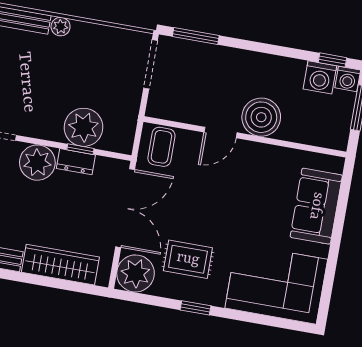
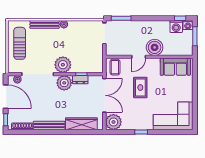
plant: (84, 127) -> (63, 65), moved
sofa: (316, 206) -> (175, 67), moved, turned -90
rug: (188, 259) -> (140, 88), moved, turned 90

